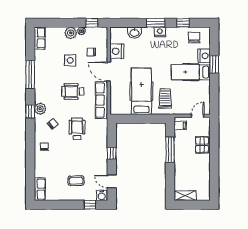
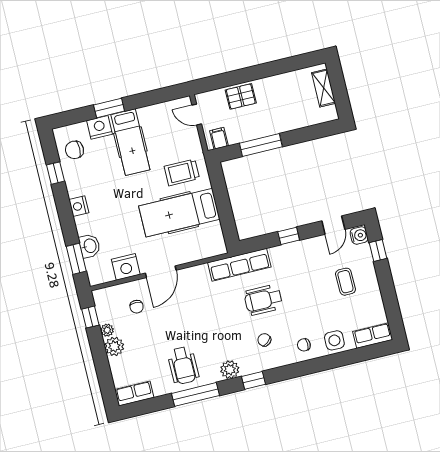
window: (156, 23) -> (76, 259), moved
side table: (70, 60) -> (334, 340), moved
wheelchair: (73, 91) -> (183, 365), moved
row of seats: (101, 100) -> (239, 265), moved
plant: (40, 109) -> (230, 370), moved
shelving: (185, 196) -> (324, 88), moved

